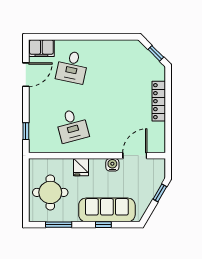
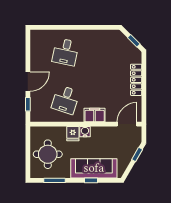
filing cabinet: (41, 48) -> (95, 115), moved, turned 180
door: (26, 75) -> (28, 81), moved
desk: (72, 126) -> (65, 100), turned 33
door: (135, 156) -> (127, 124), moved
water cooler: (112, 165) -> (85, 132), moved

